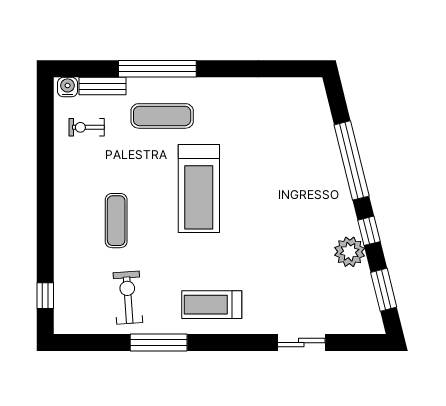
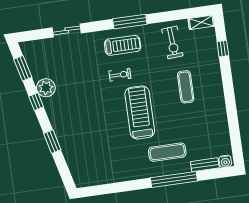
exercise bike: (87, 127) -> (120, 75), moved
window: (352, 160) -> (52, 142), width x0.47
window: (45, 296) -> (223, 49), moved
shelving: (75, 325) -> (201, 22), added
window: (159, 343) -> (130, 22), moved

